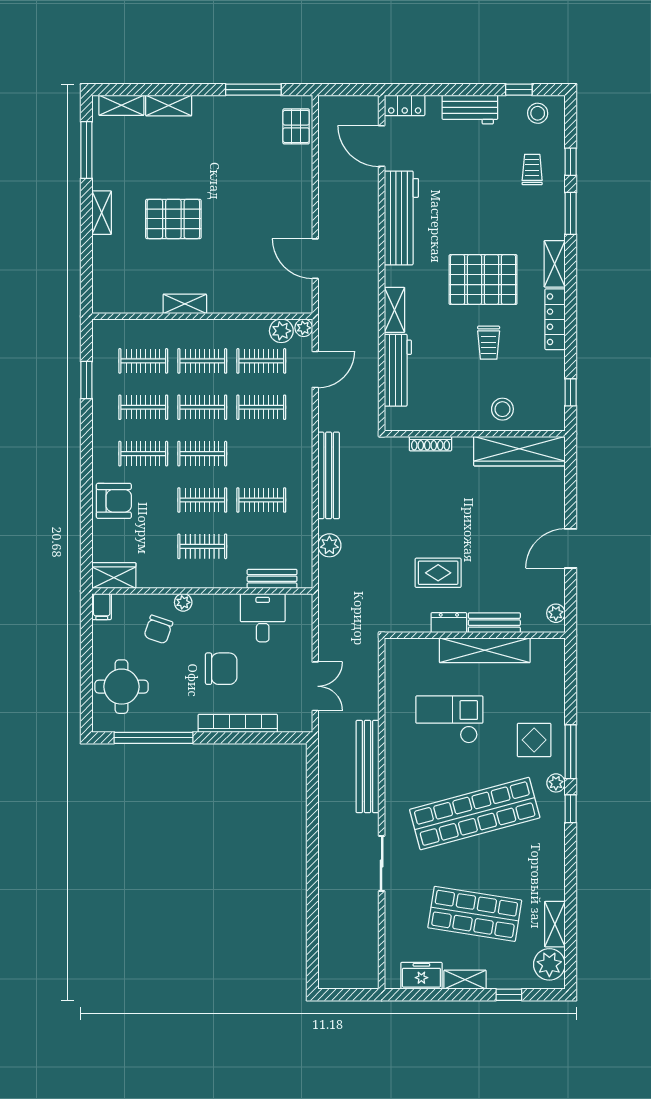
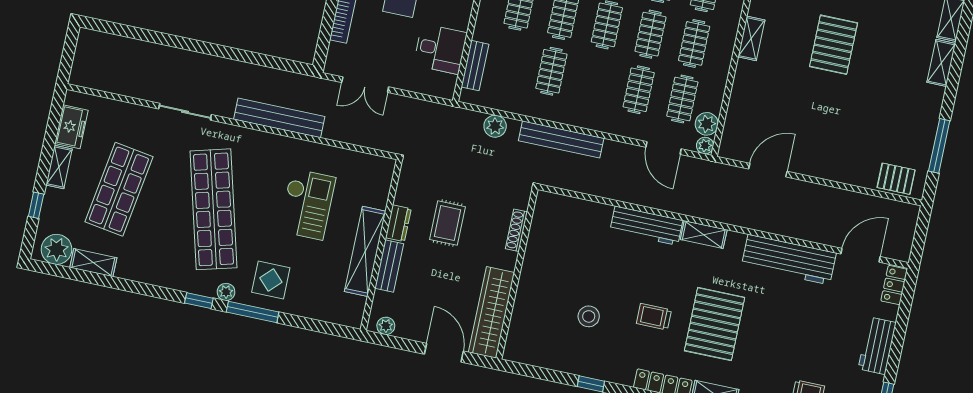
wall: (475, 434) -> (517, 274), moved
shoe rack: (430, 444) -> (516, 230), moved
wardrobe: (519, 451) -> (492, 312), moved

